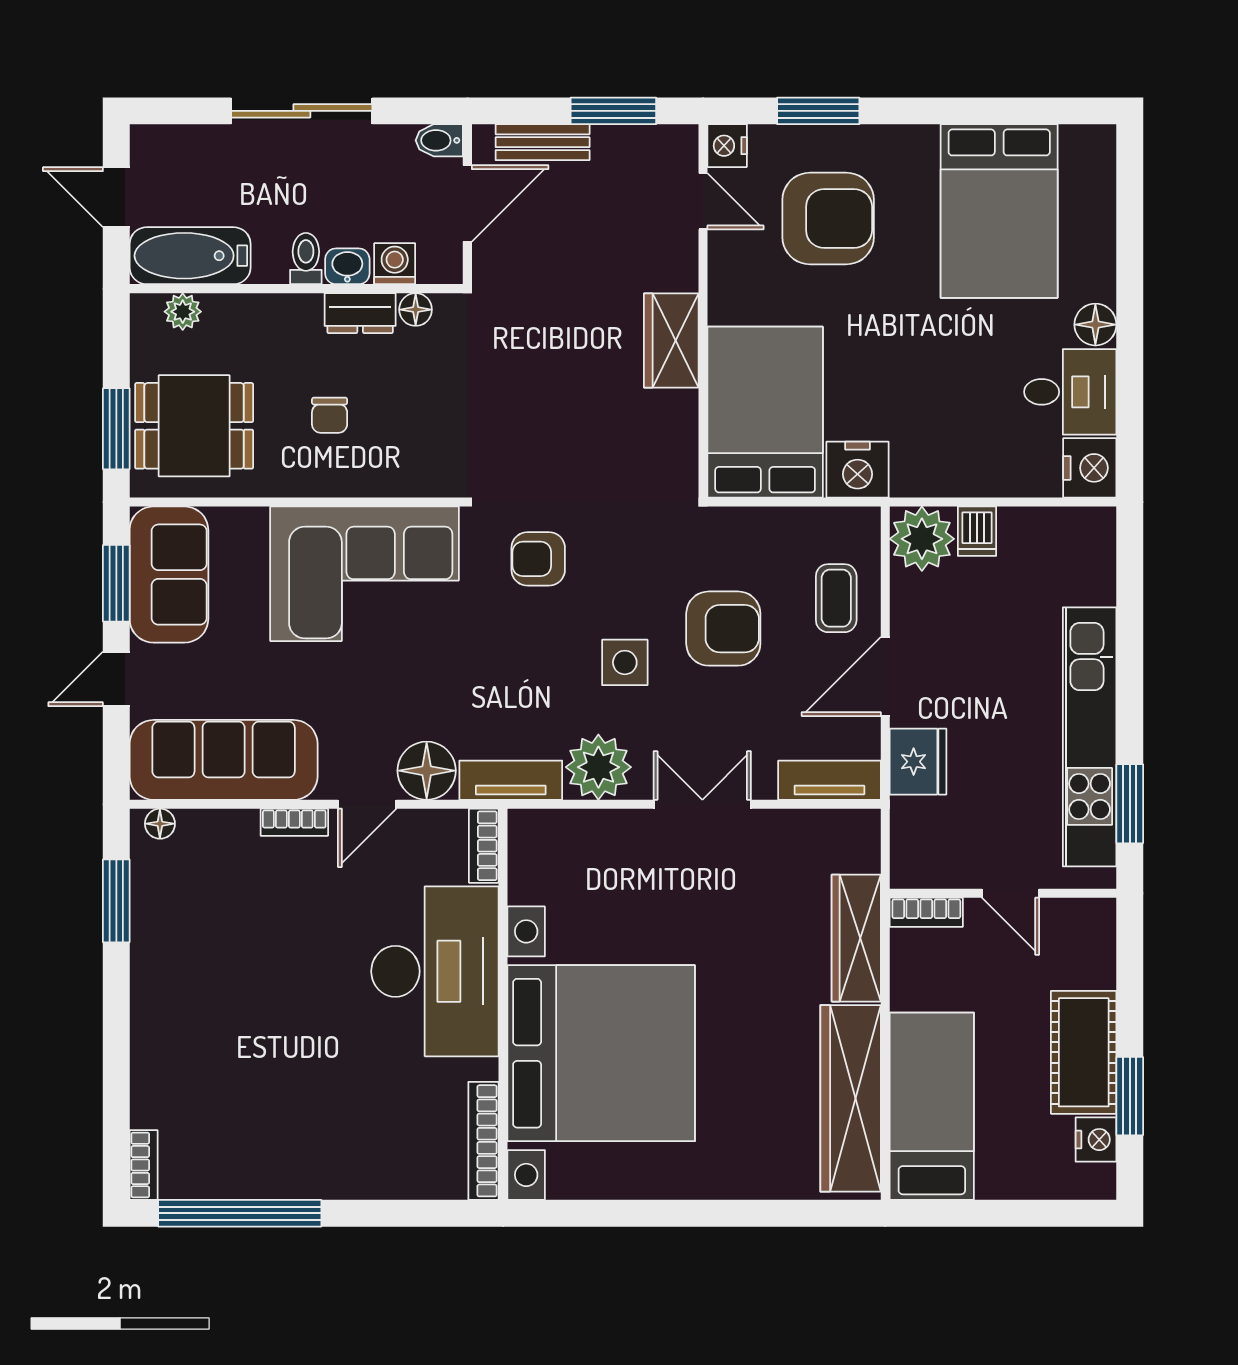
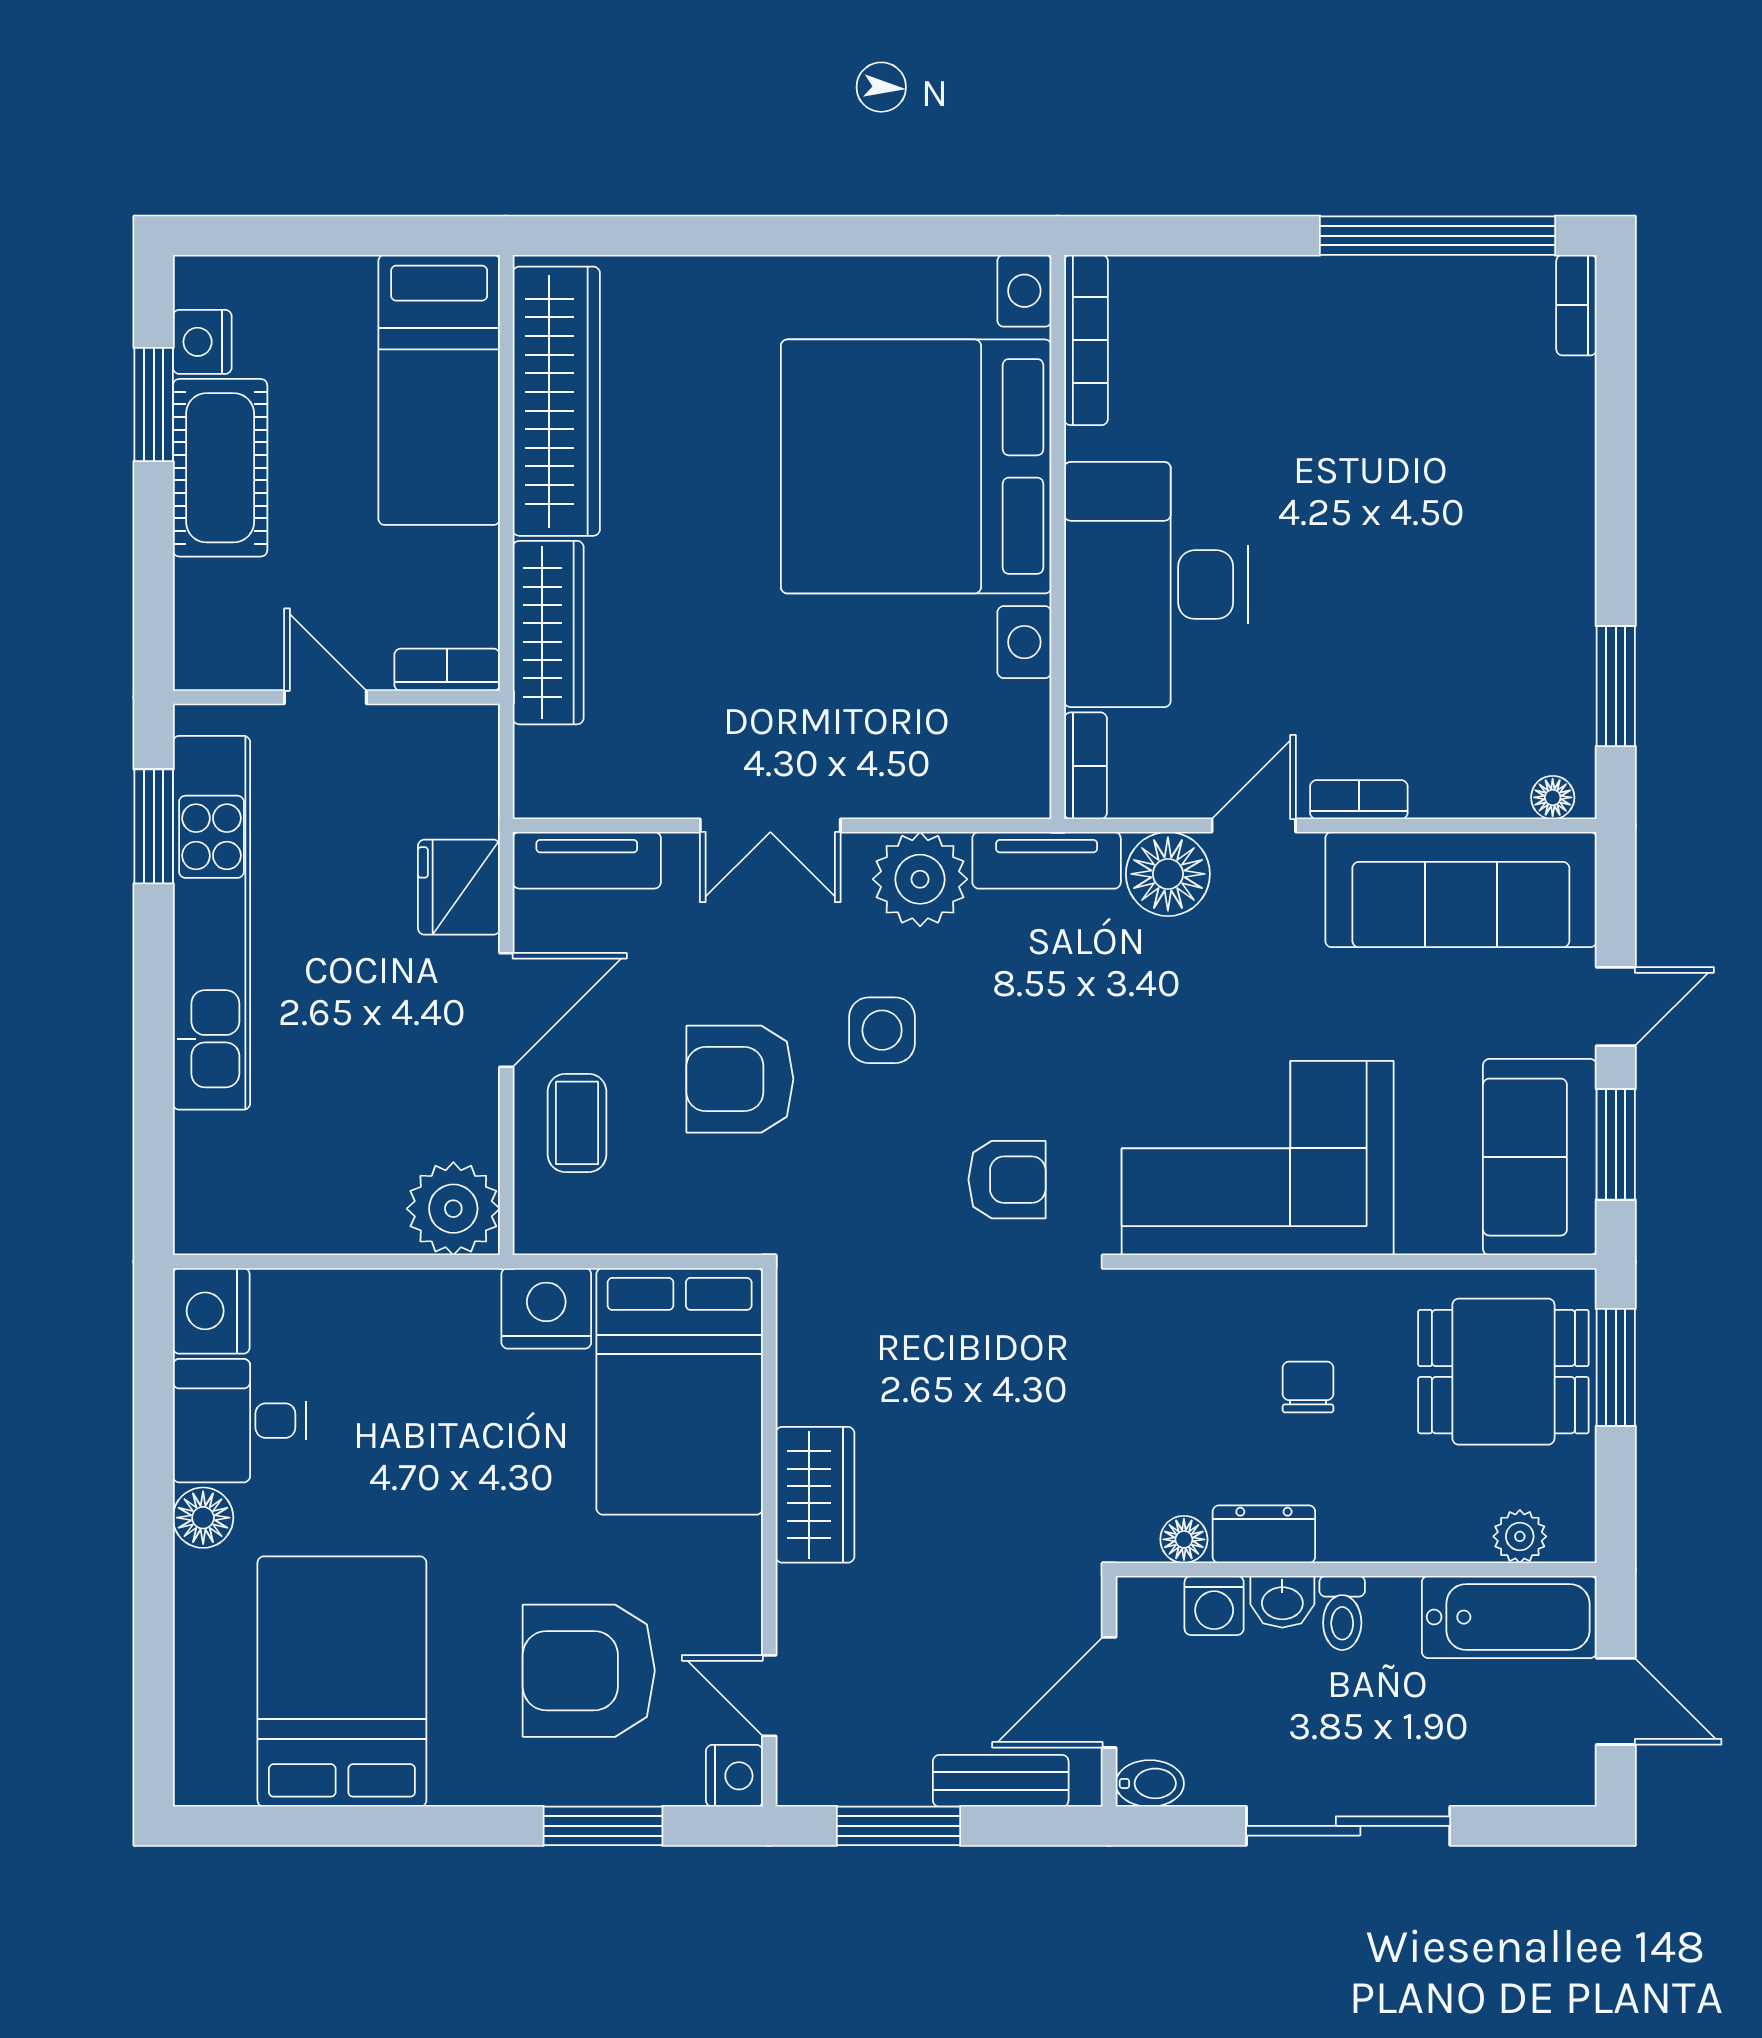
dishwasher: (977, 531) -> (374, 1220), removed

